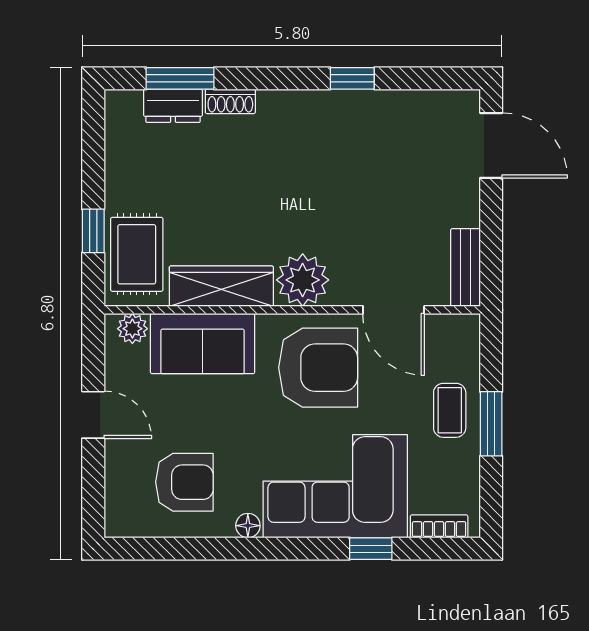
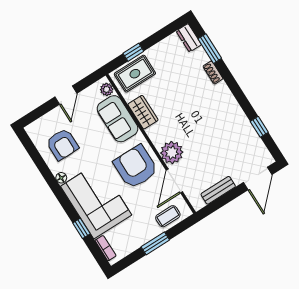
window: (352, 78) -> (259, 127), moved
dresser: (173, 106) -> (189, 38), moved
bench: (465, 267) -> (218, 190), moved
plant: (303, 280) -> (172, 153), moved
wardrobe: (221, 286) -> (143, 112), width x0.67
armchair: (318, 368) -> (136, 167), turned 180
coffee table: (450, 410) -> (168, 216), moved

